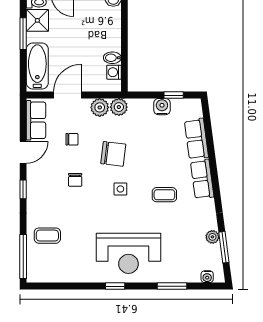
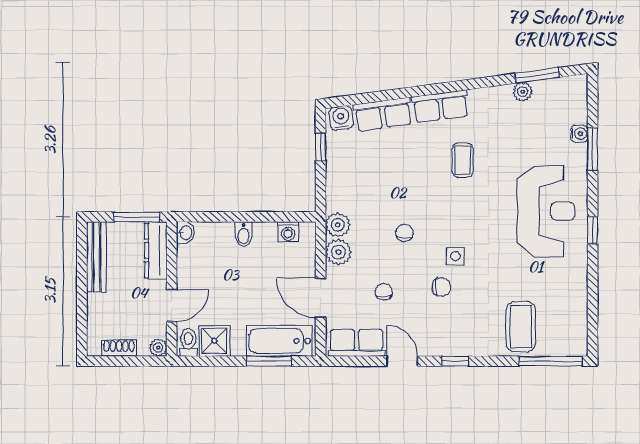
window: (23, 34) -> (269, 361), moved
bidet: (112, 58) -> (244, 234), moved
water cooler: (162, 107) -> (341, 118), moved, turned 82
chair: (113, 154) -> (404, 233), width x0.54, depth x0.54
side table: (120, 189) -> (455, 256), moved
coffee table: (47, 236) -> (521, 327), width x1.36, depth x1.30
water cooler: (207, 277) -> (579, 134), moved

